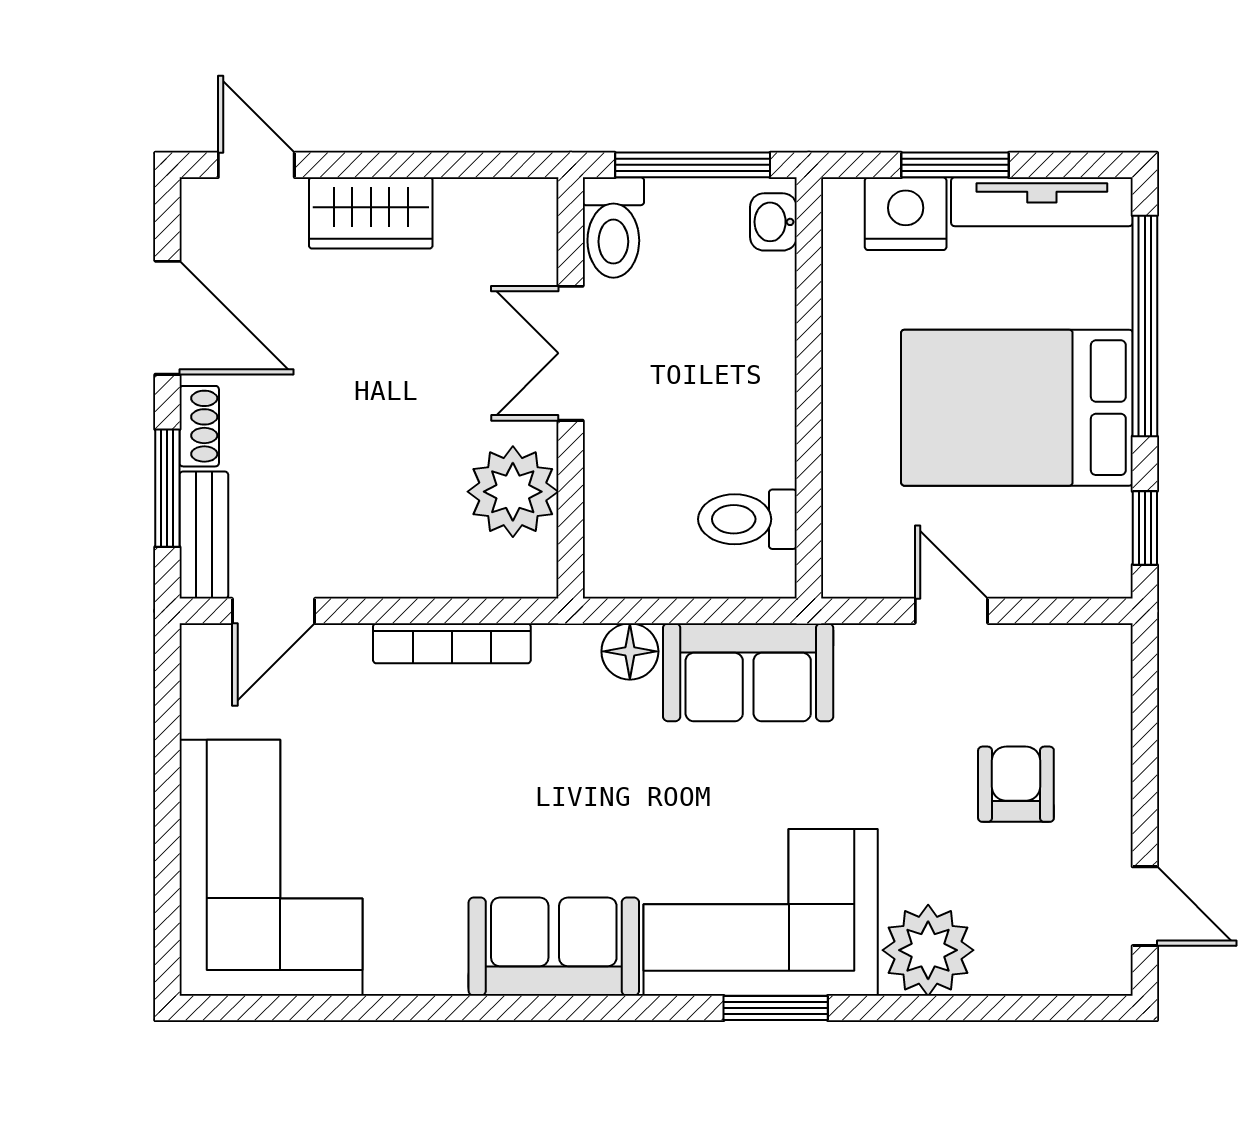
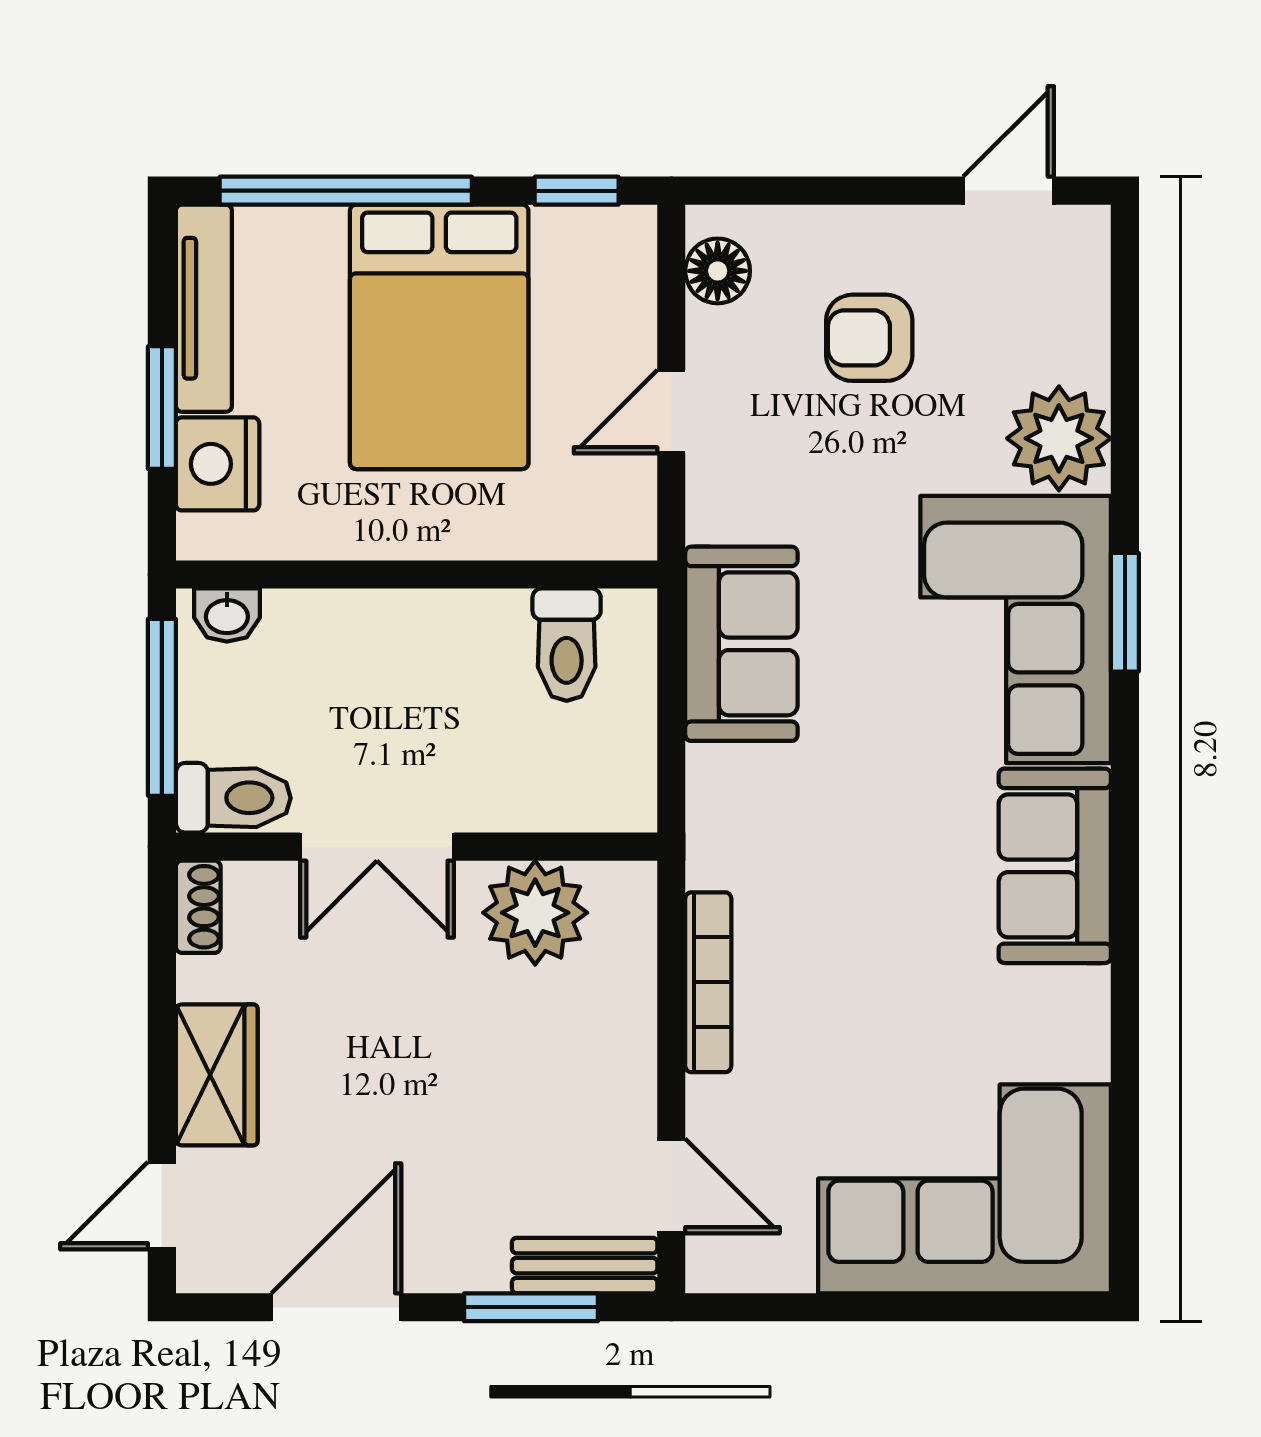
shoe rack: (199, 426) -> (198, 907), moved, turned 90
floor lamp: (630, 651) -> (718, 271), moved

